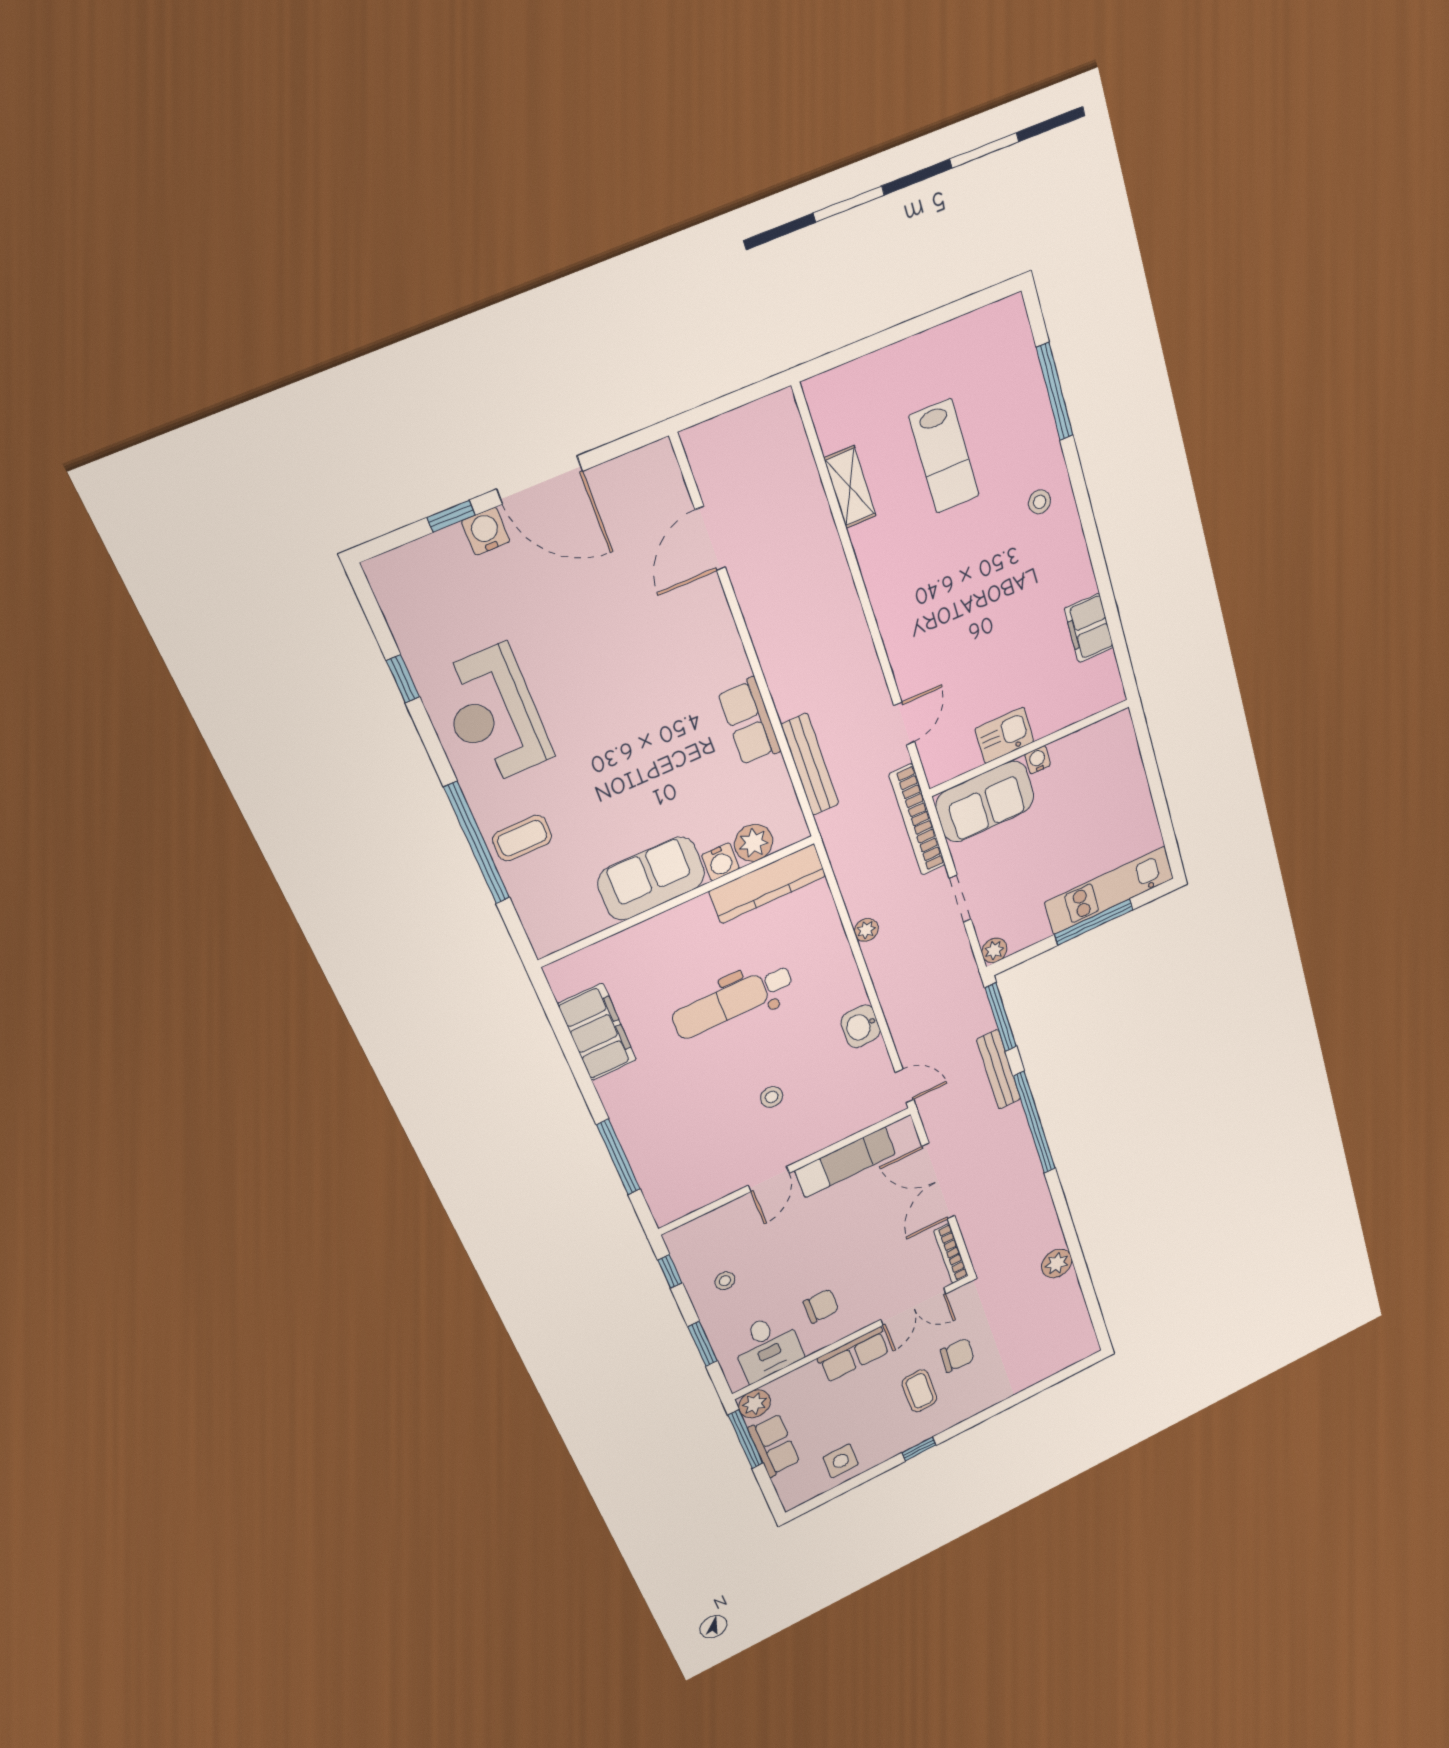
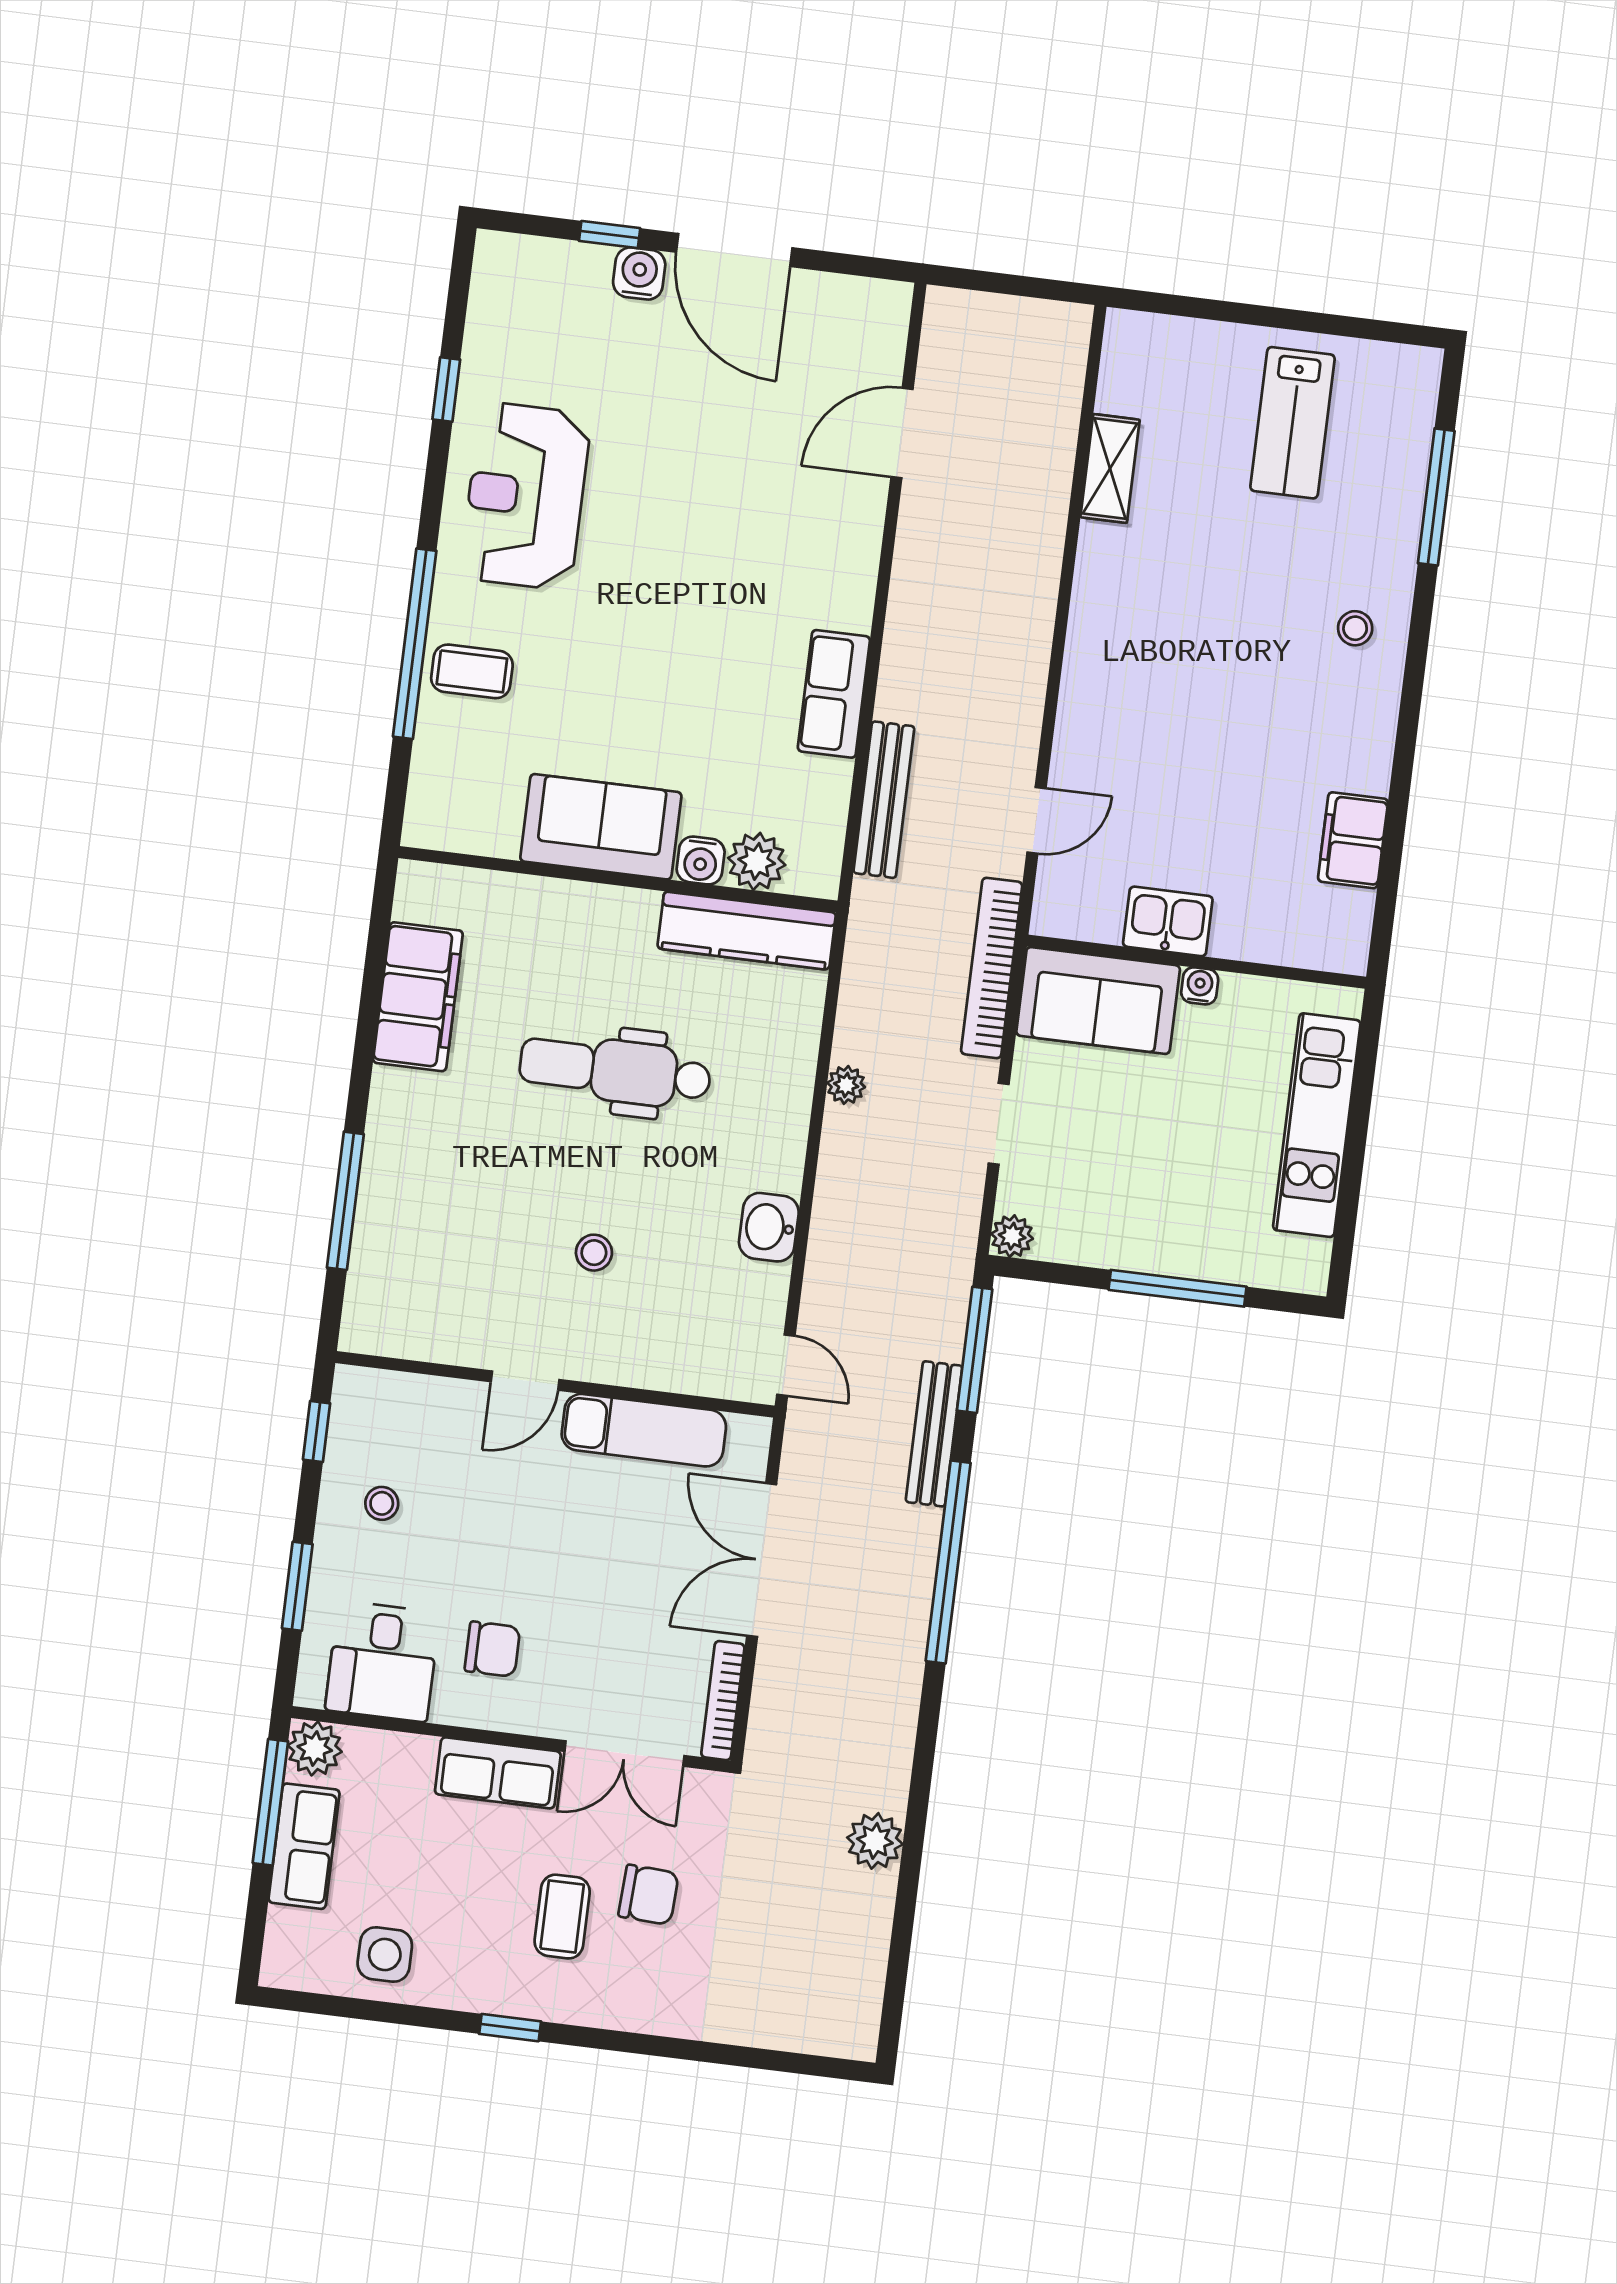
lab bench: (944, 456) -> (1292, 423), moved
kitchen unit: (1109, 890) -> (1317, 1125), moved, turned -90

